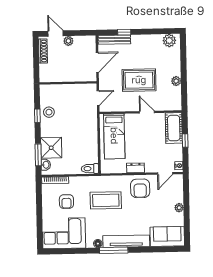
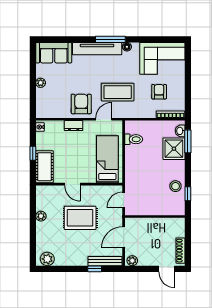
plant: (68, 41) -> (132, 261), moved
window: (37, 116) -> (188, 194), moved
dresser: (135, 168) -> (74, 126), moved
toilet: (90, 169) -> (134, 139), moved
door: (165, 173) -> (104, 119), moved

